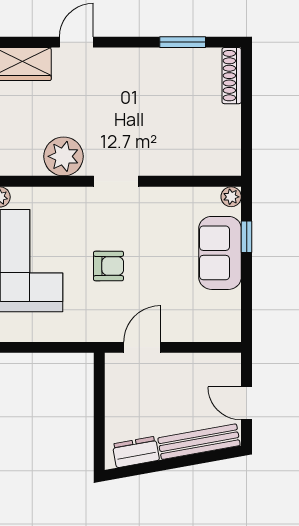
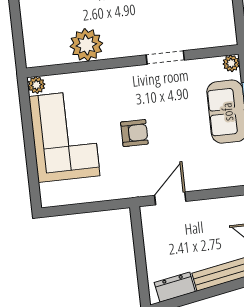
doorway: (116, 181) -> (165, 57), moved

